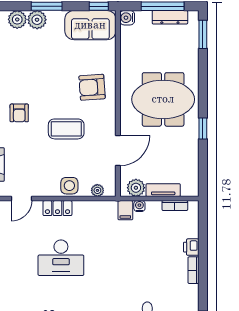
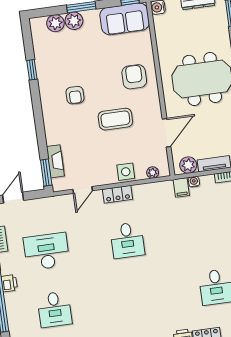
armchair: (92, 87) -> (134, 77), turned 94
armchair: (19, 113) -> (75, 95), moved
desk: (61, 258) -> (127, 240), width x0.73

